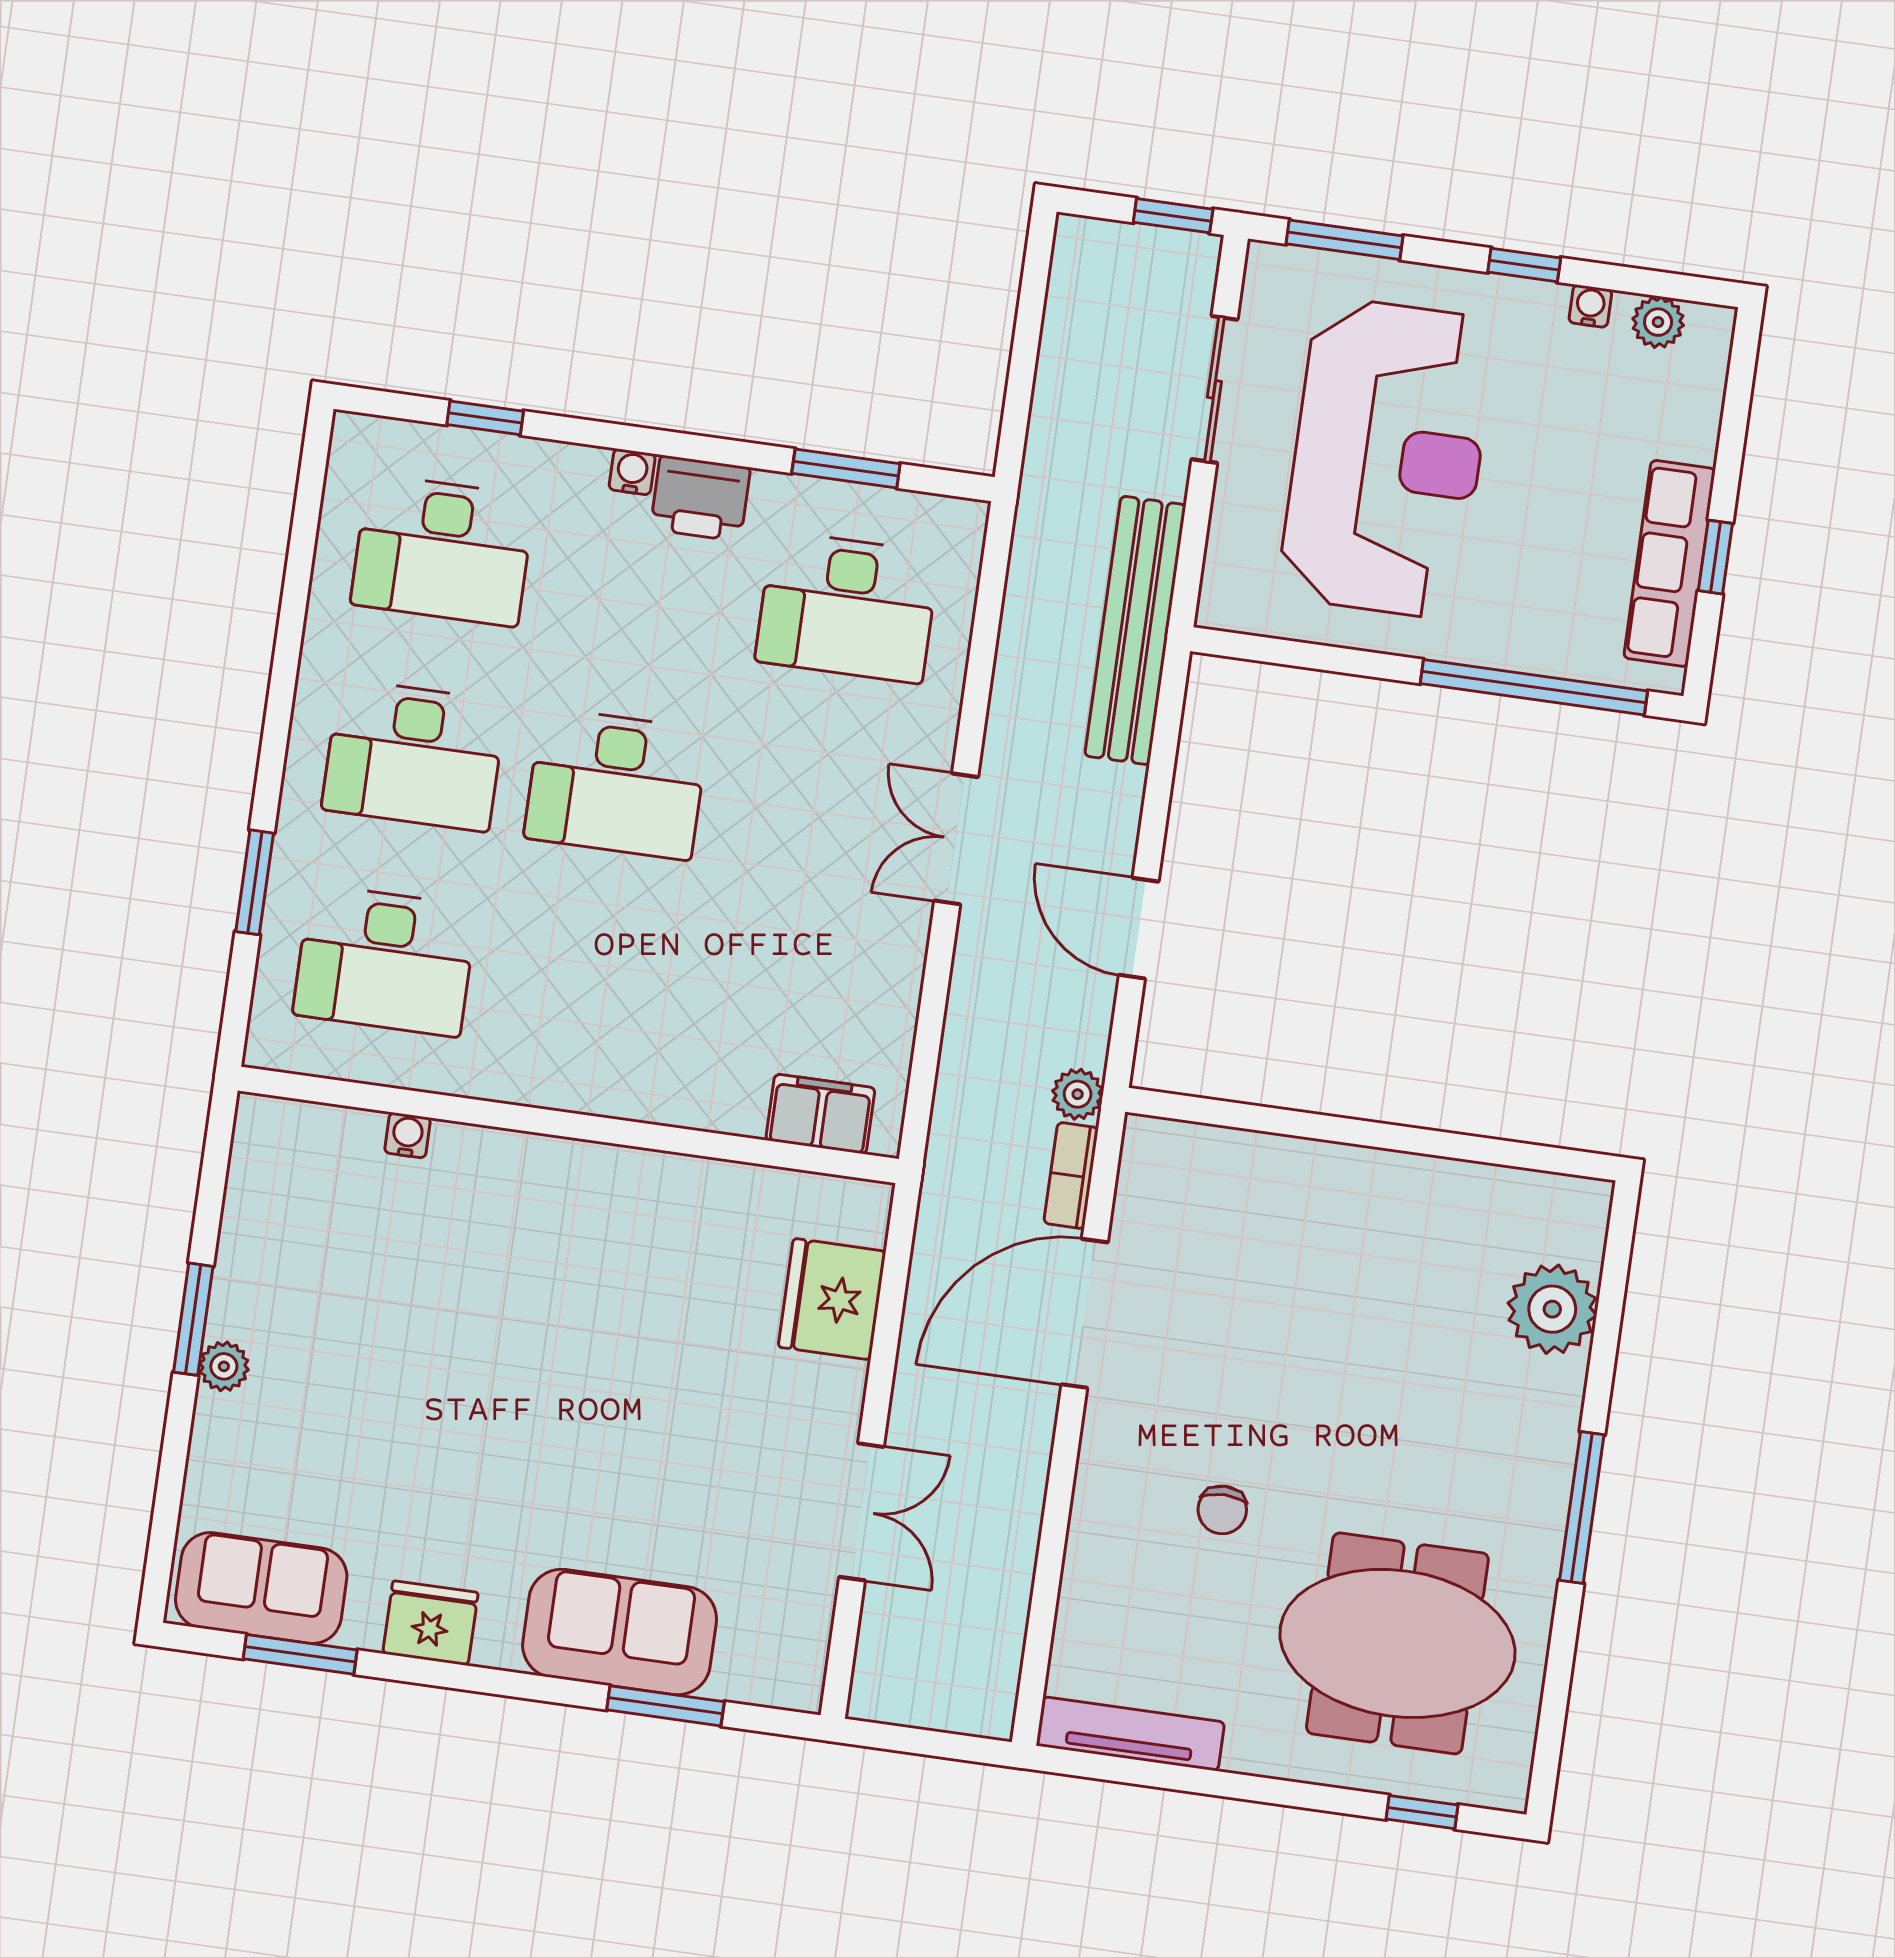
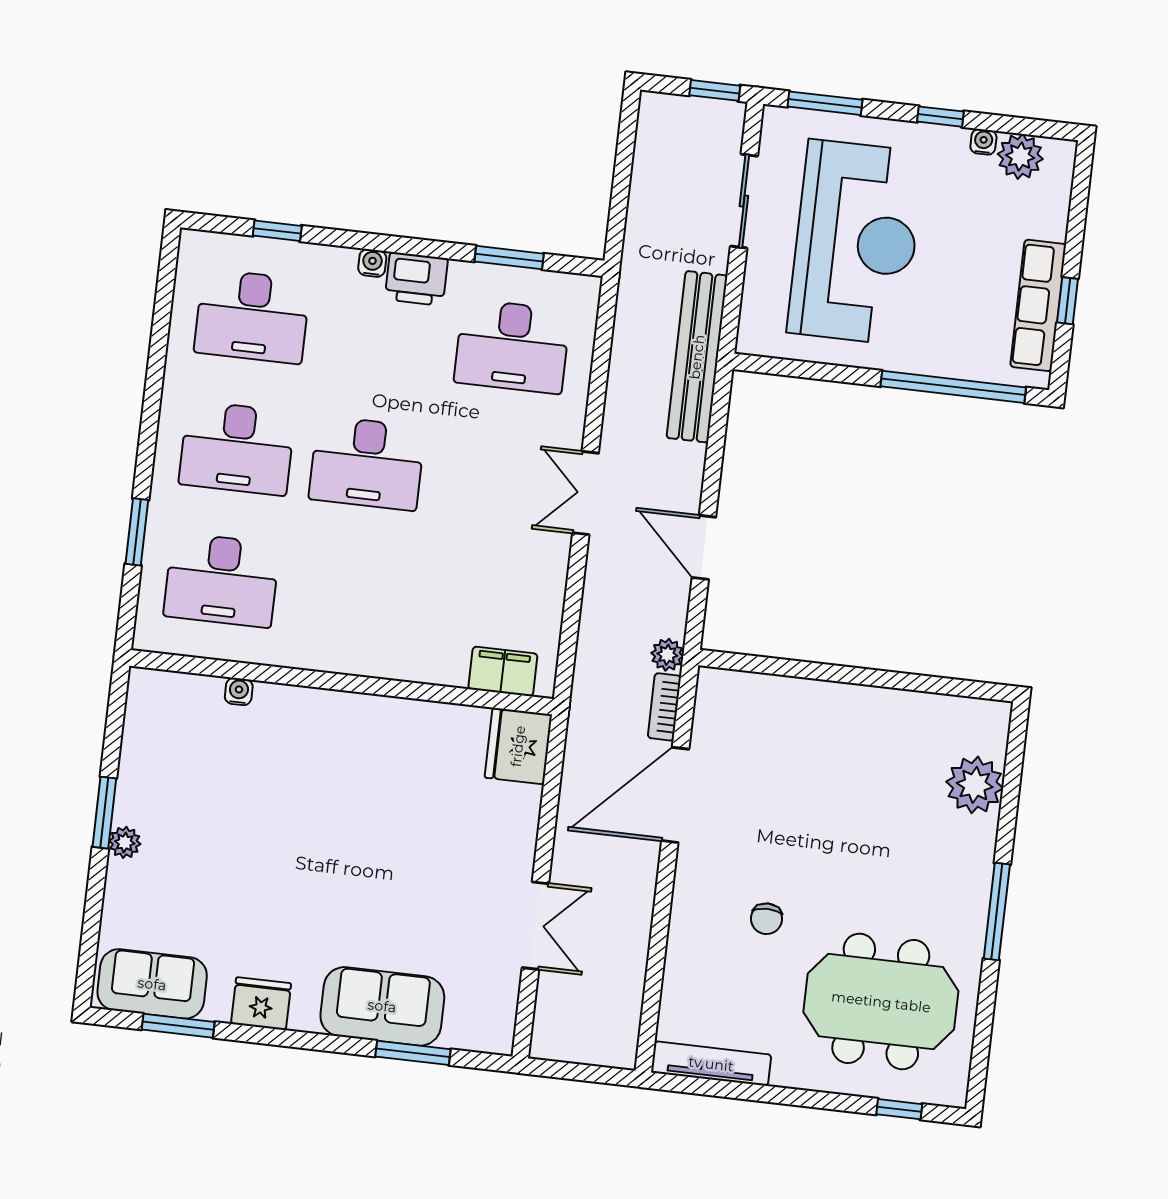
plant: (1658, 322) -> (1020, 156), width x1.38, depth x1.38
fridge: (832, 1299) -> (518, 746), moved

